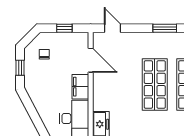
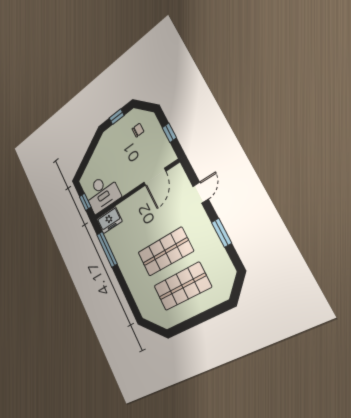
door: (112, 28) -> (201, 193), moved
filing cabinet: (80, 87) -> (129, 182), removed

